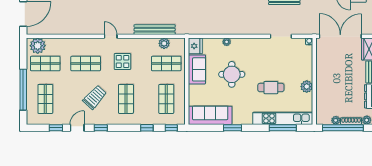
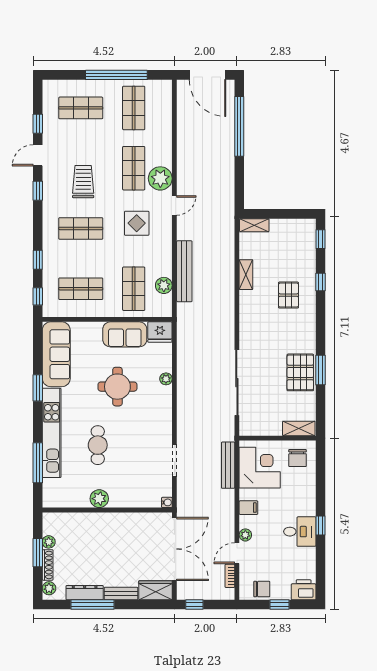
plant: (38, 46) -> (160, 178), moved
window: (23, 90) -> (116, 75), moved
trolley: (95, 97) -> (83, 182), turned -132
kitchen unit: (283, 118) -> (52, 433), moved
door: (77, 128) -> (38, 155), swing flipped
window: (343, 128) -> (38, 553), width x0.47

